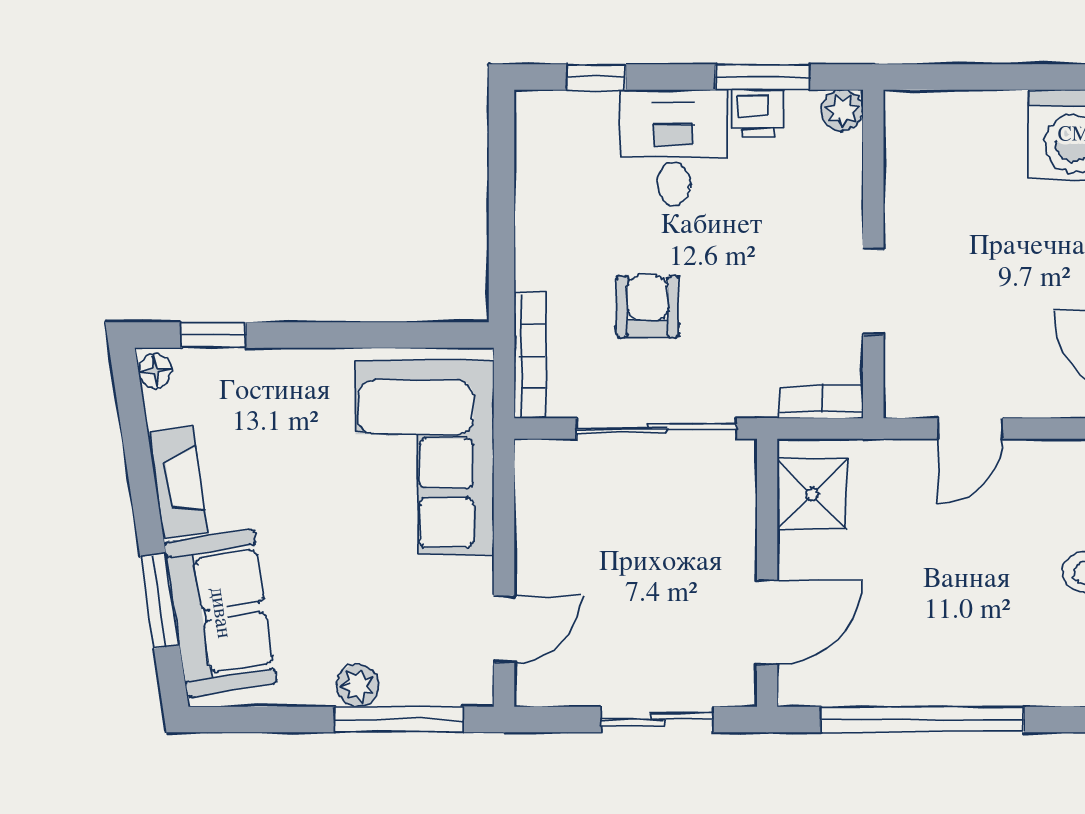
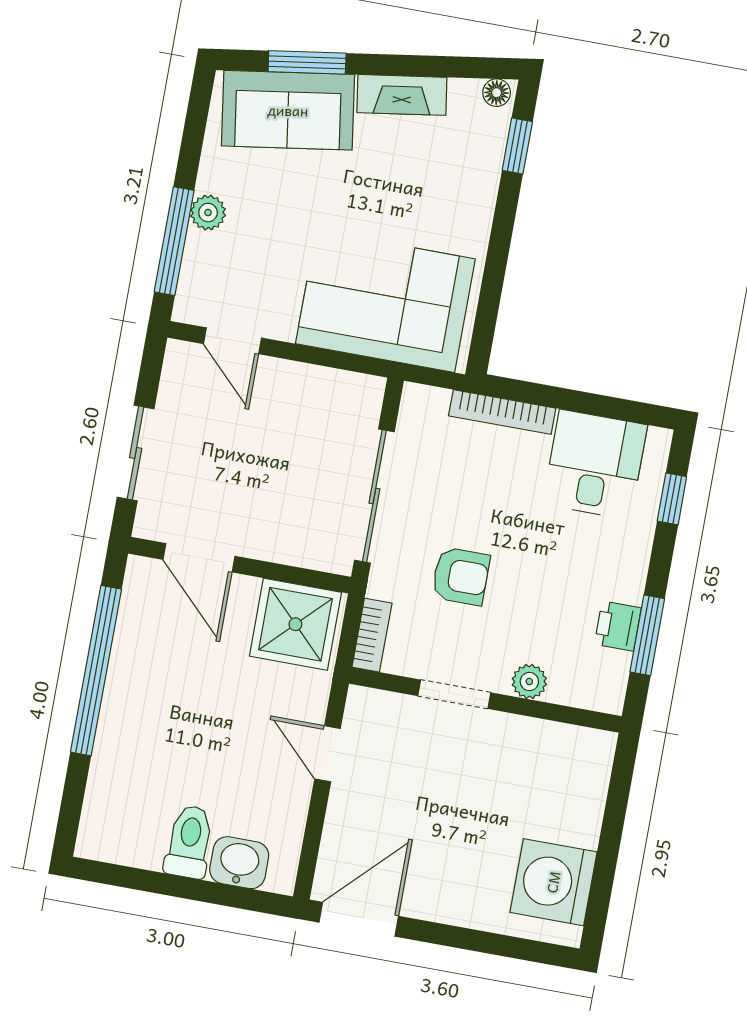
plant: (842, 111) -> (529, 682), moved
desk: (674, 148) -> (595, 465), moved, turned -90
armchair: (648, 306) -> (461, 576), moved
bookcase: (530, 356) -> (502, 412), moved
shower: (812, 494) -> (295, 624), width x1.36, depth x1.36

